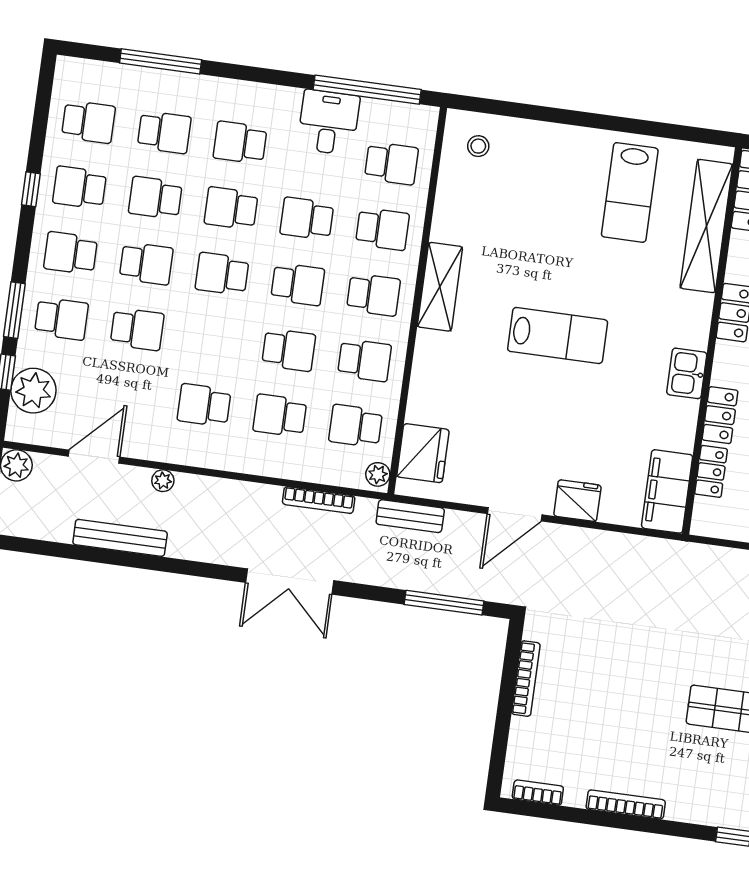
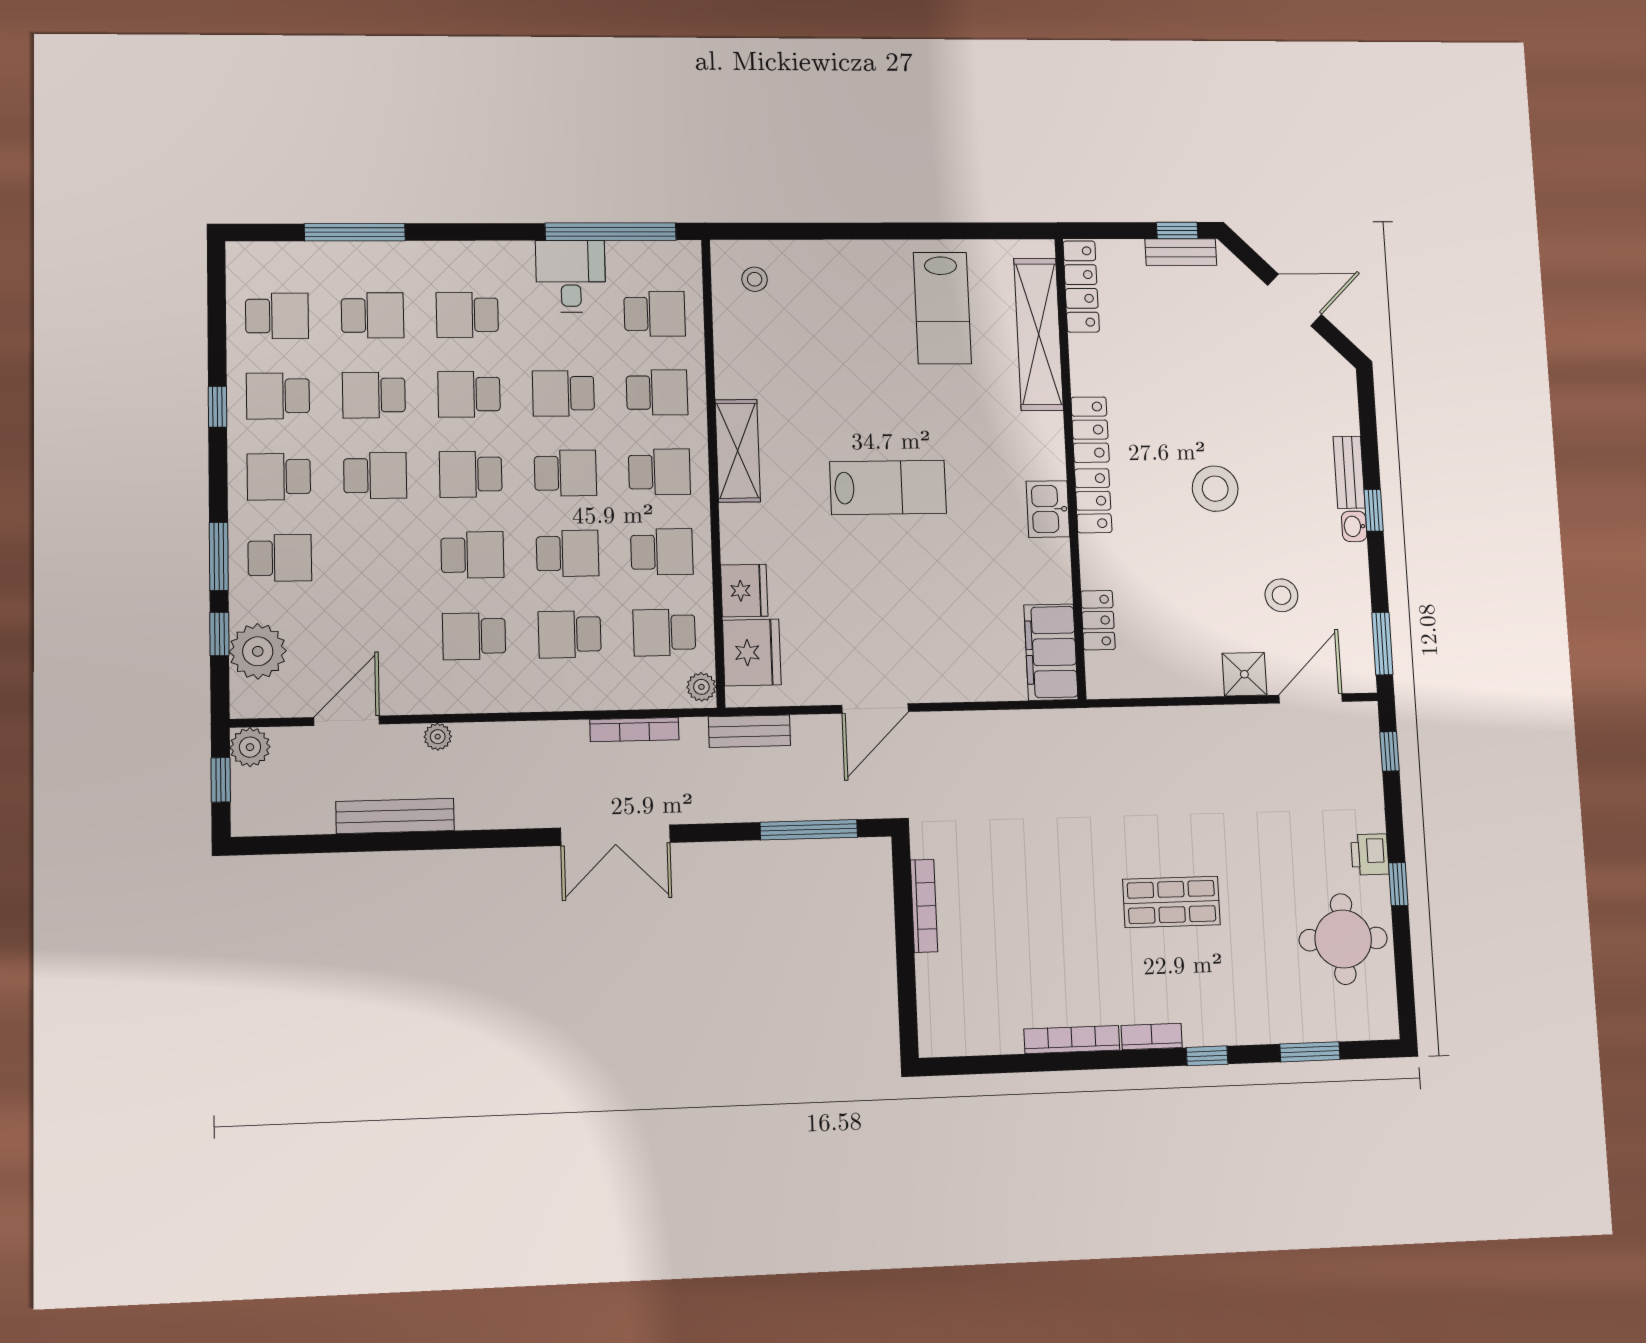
school desk: (137, 329) -> (472, 555), moved
locker: (720, 415) -> (1093, 501), moved
fridge: (577, 501) -> (744, 591), moved, turned 90
bookcase: (538, 793) -> (1152, 1037), moved

